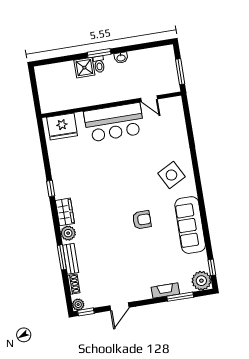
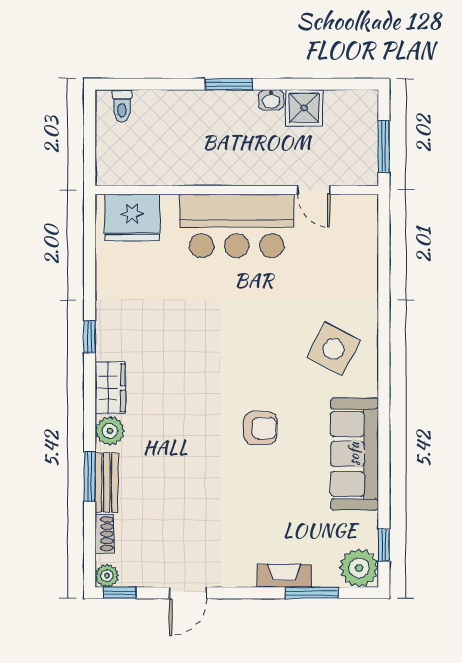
toilet: (99, 64) -> (122, 106), moved
shower: (84, 68) -> (304, 108), moved
side table: (171, 175) -> (333, 349), turned -35

